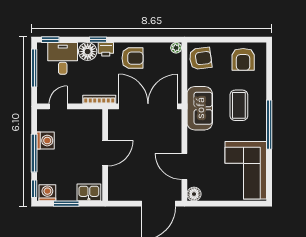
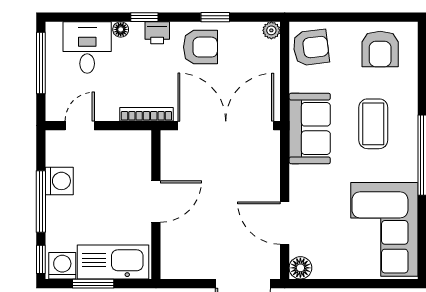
window: (50, 40) -> (215, 17), moved
floor lamp: (88, 52) -> (121, 29), width x0.53, depth x0.53
kitchen sink: (89, 192) -> (113, 262), width x1.87, depth x1.24

